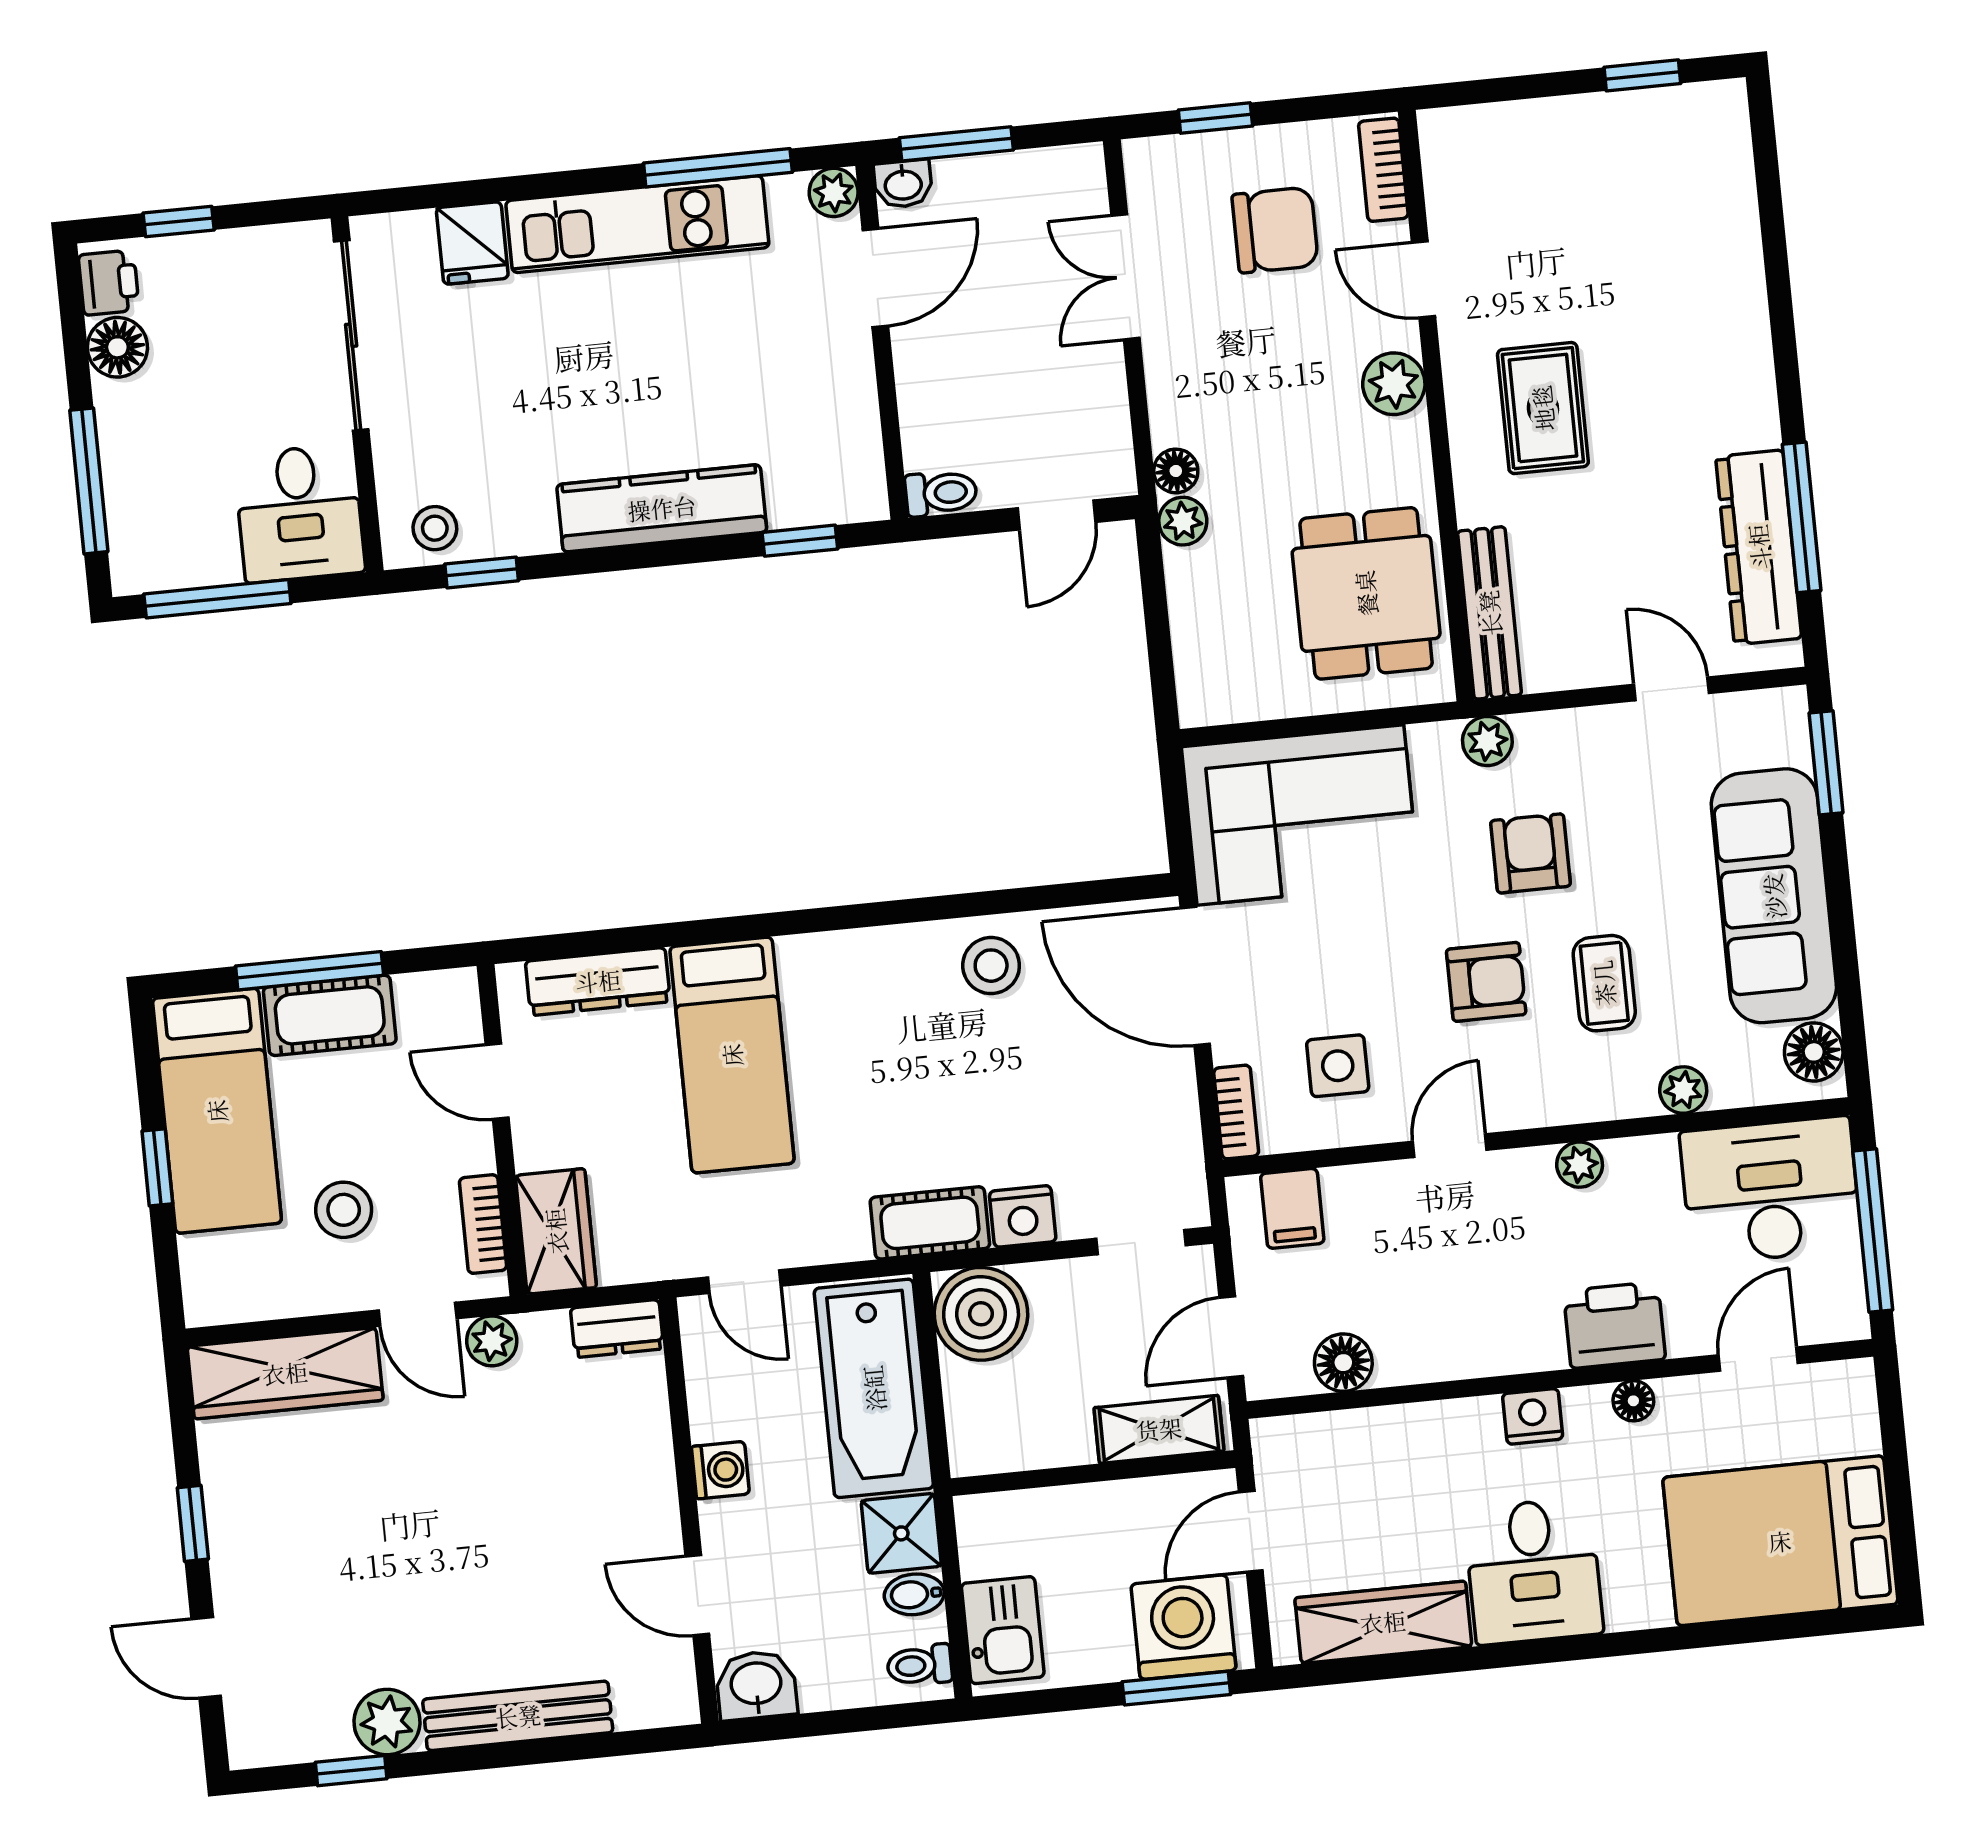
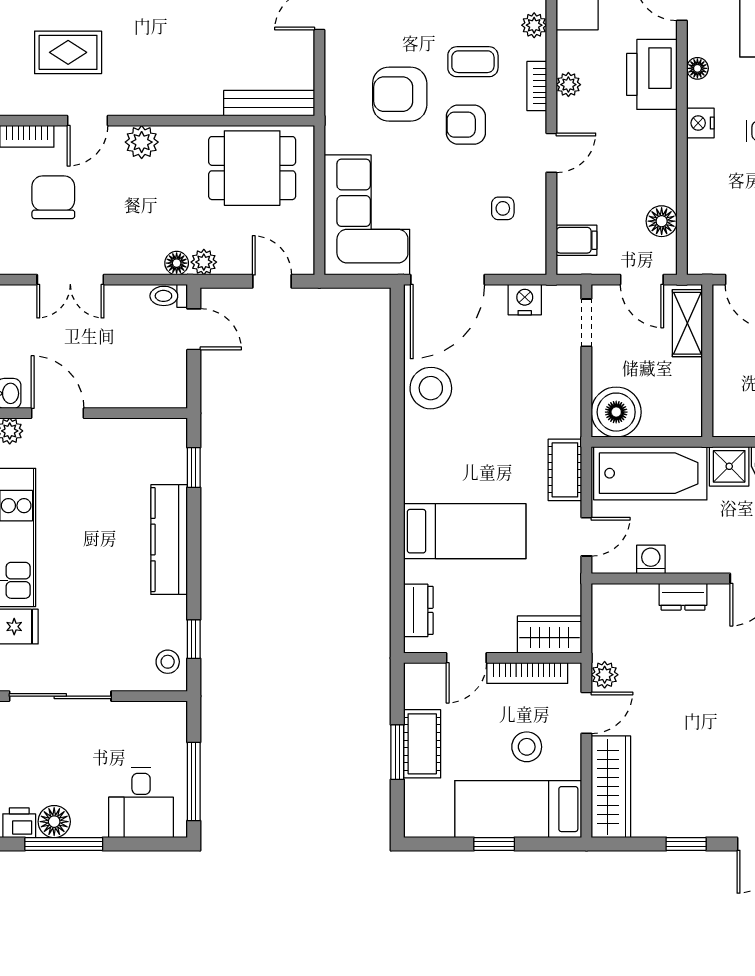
rug: (1543, 408) -> (68, 52), moved
window: (89, 481) -> (64, 844), moved
toilet: (941, 493) -> (169, 296), moved, turned -90
desk: (299, 513) -> (141, 803), moved, turned 90
door: (1160, 651) -> (272, 281), added
plant: (1487, 741) -> (337, 111), removed
armchair: (1531, 853) -> (400, 94), width x1.38, depth x1.38
stool: (991, 966) -> (431, 388), width x1.38, depth x1.38
window: (310, 971) -> (397, 752), width x0.69
dresser: (598, 981) -> (418, 610), width x0.70
armchair: (1486, 982) -> (466, 125), turned -90
side table: (1338, 1066) -> (503, 208), width x0.73, depth x0.73
bed: (217, 1111) -> (518, 809), moved, turned 180
bookcase: (1236, 1112) -> (537, 86), moved, turned -90
door: (1450, 1146) -> (551, 153), swing flipped
nightstand: (1023, 1216) -> (525, 300), moved, turned -90
cot: (930, 1223) -> (565, 470), moved
bookcase: (483, 1224) -> (527, 673), width x1.56
printer: (1614, 1325) -> (652, 74), width x1.37, depth x1.19
dresser: (617, 1328) -> (683, 597), moved, turned 90
washing machine: (720, 1470) -> (651, 559), moved

